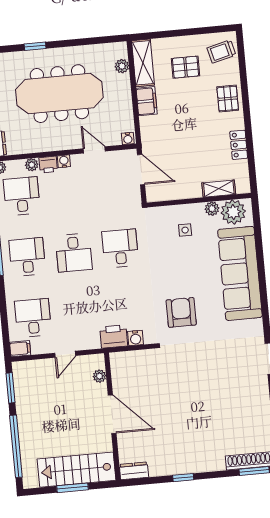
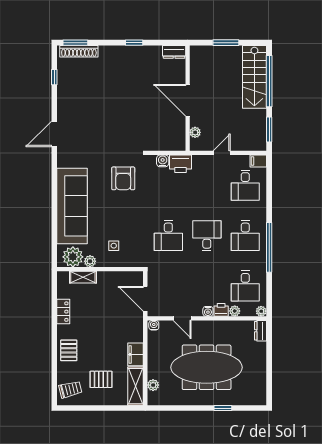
stairs: (76, 470) -> (254, 77), moved, turned 90

